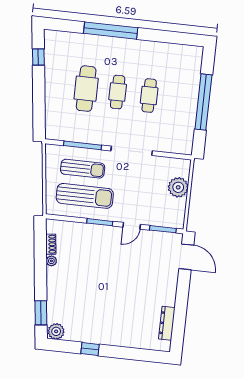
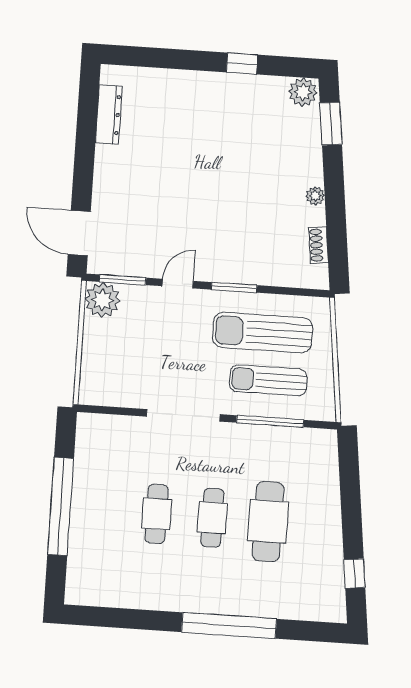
plant: (178, 187) -> (102, 300), moved
plant: (51, 261) -> (315, 196), moved

